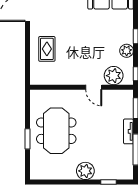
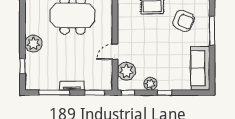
armchair: (62, 17) -> (183, 21), added

